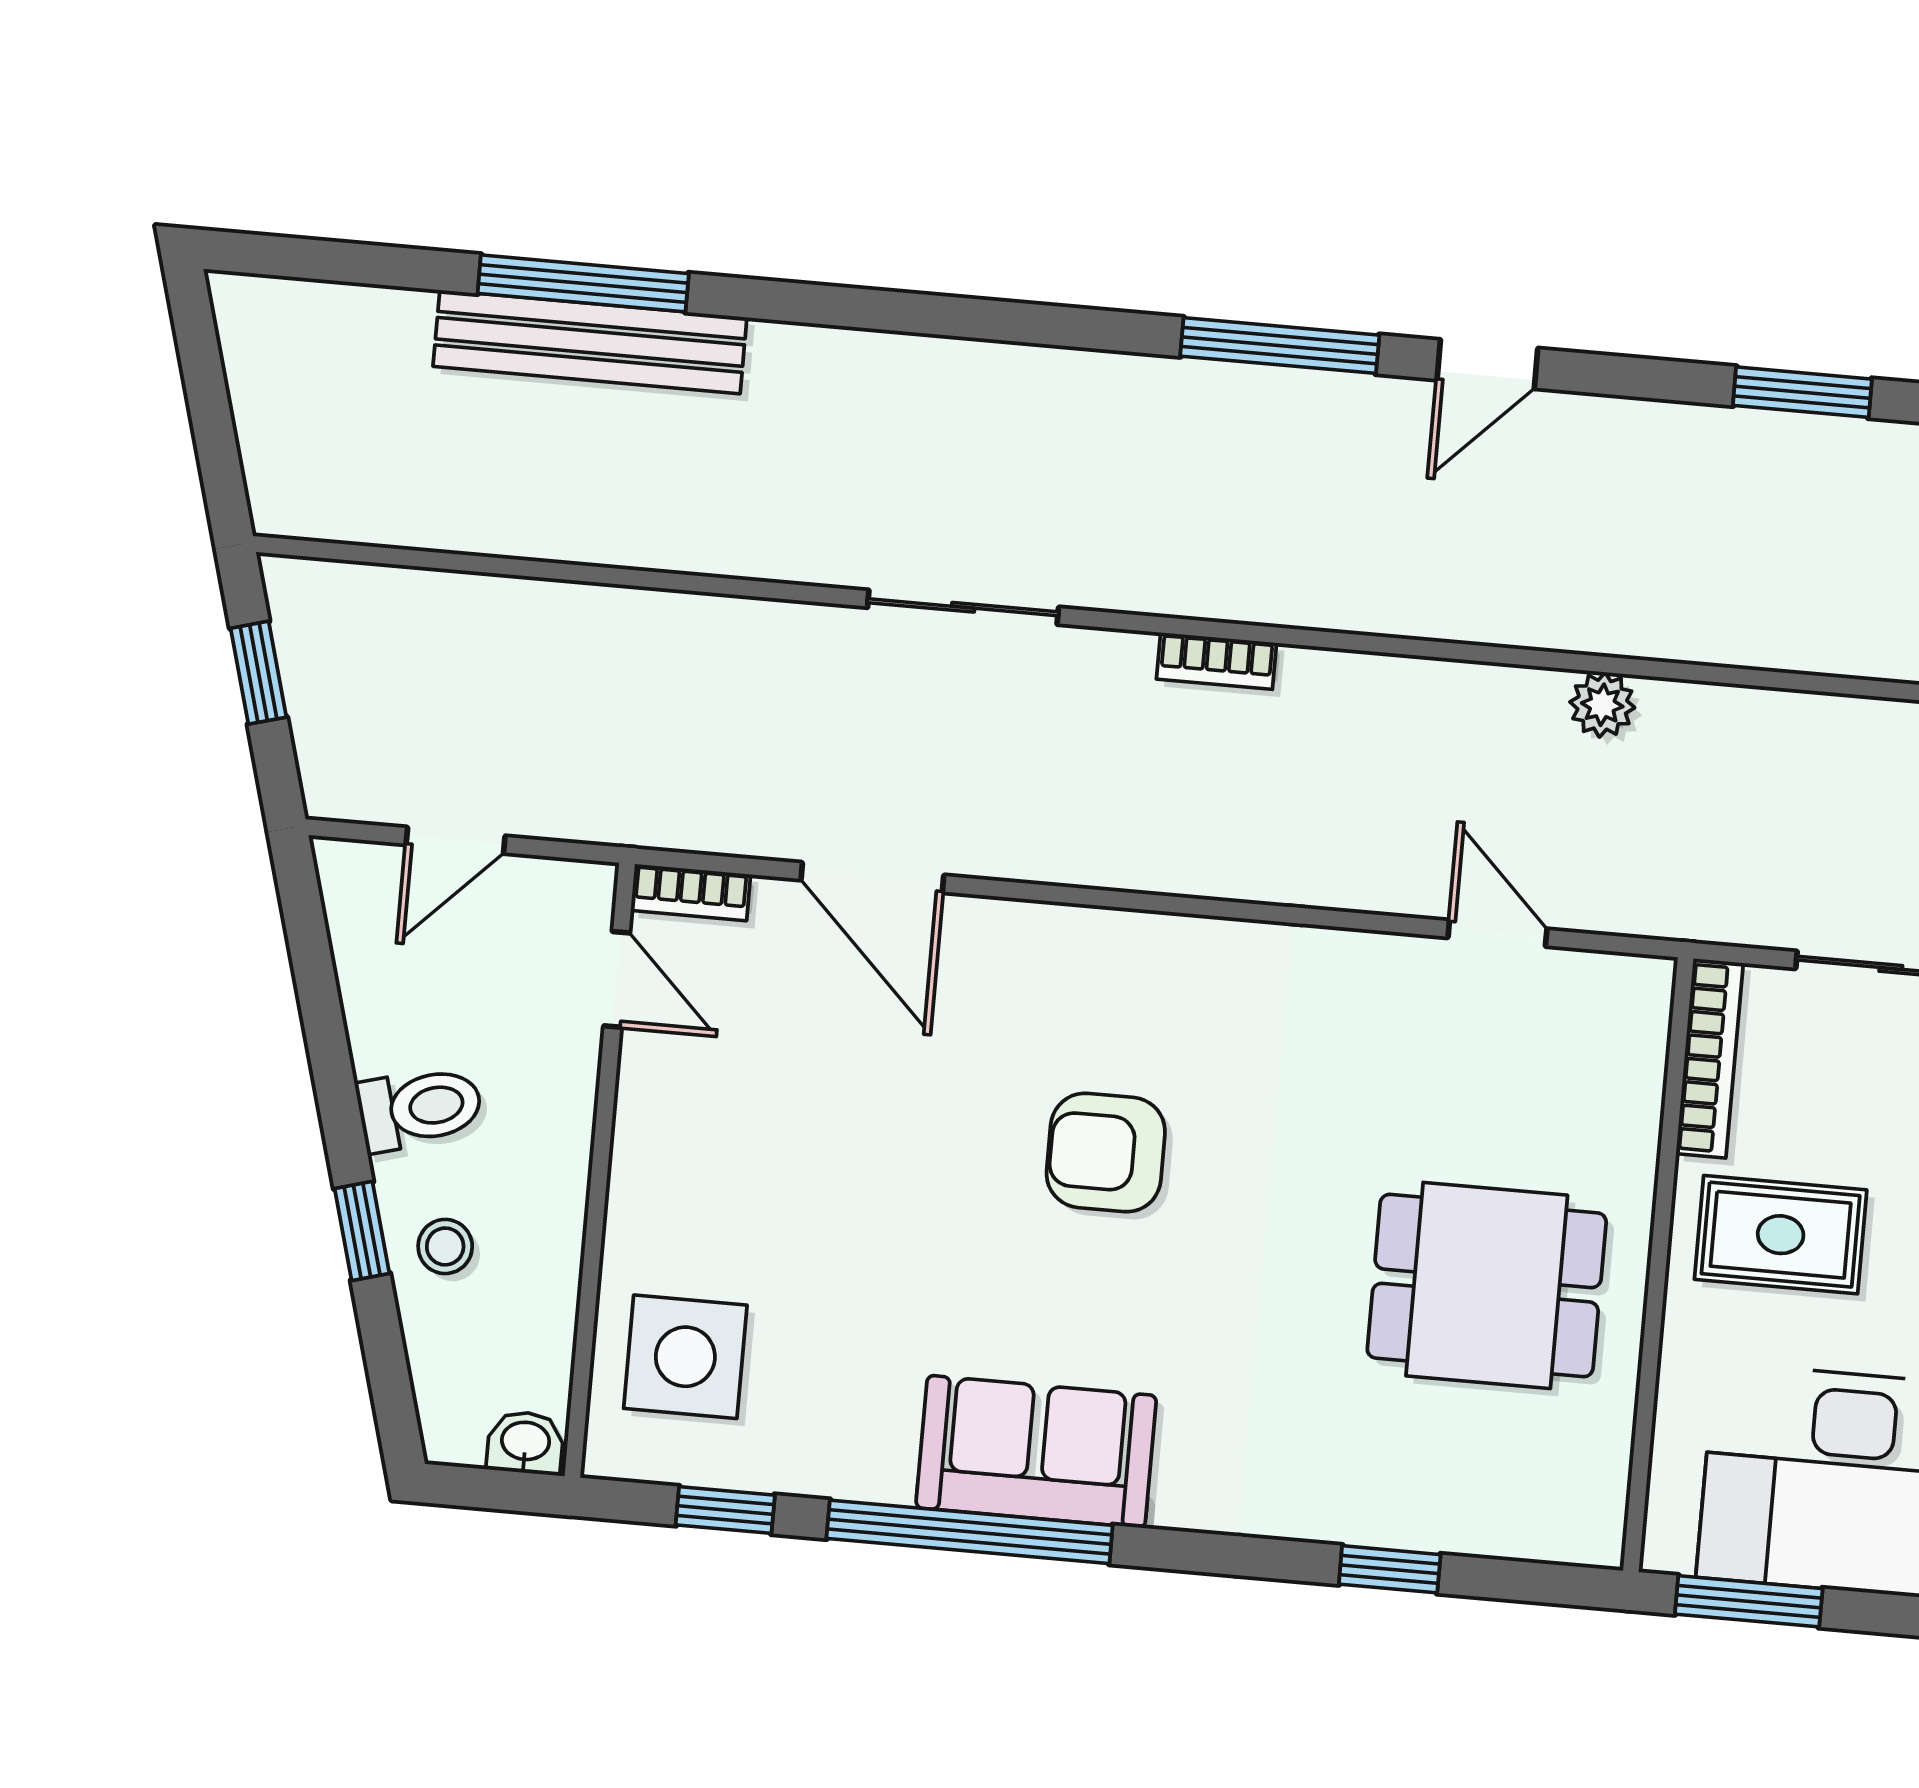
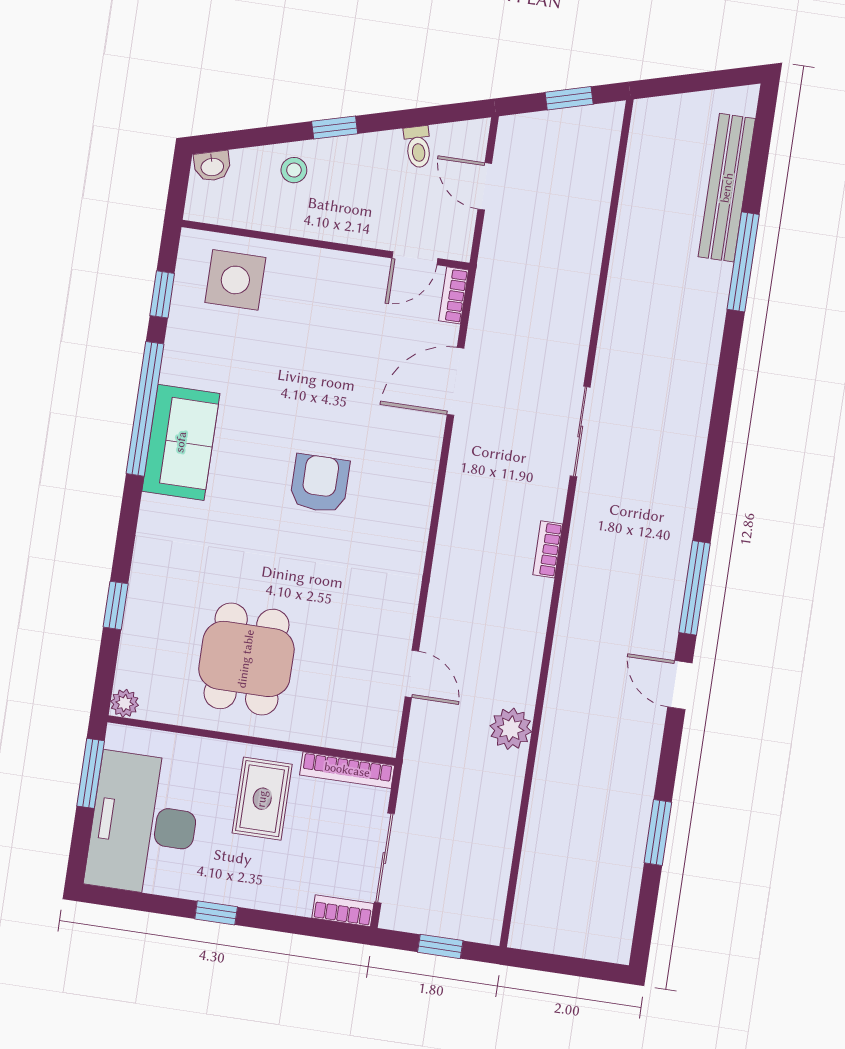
bench: (590, 342) -> (727, 188), moved
plant: (1602, 705) -> (511, 729), width x1.38, depth x1.38
door: (1497, 933) -> (412, 674), hinge flipped
toilet: (420, 1108) -> (418, 147), moved, width x0.73, depth x0.72
window: (362, 1231) -> (335, 128), moved
washbasin: (525, 1443) -> (212, 166), moved, turned 74
plant: (1596, 1538) -> (125, 703), added

